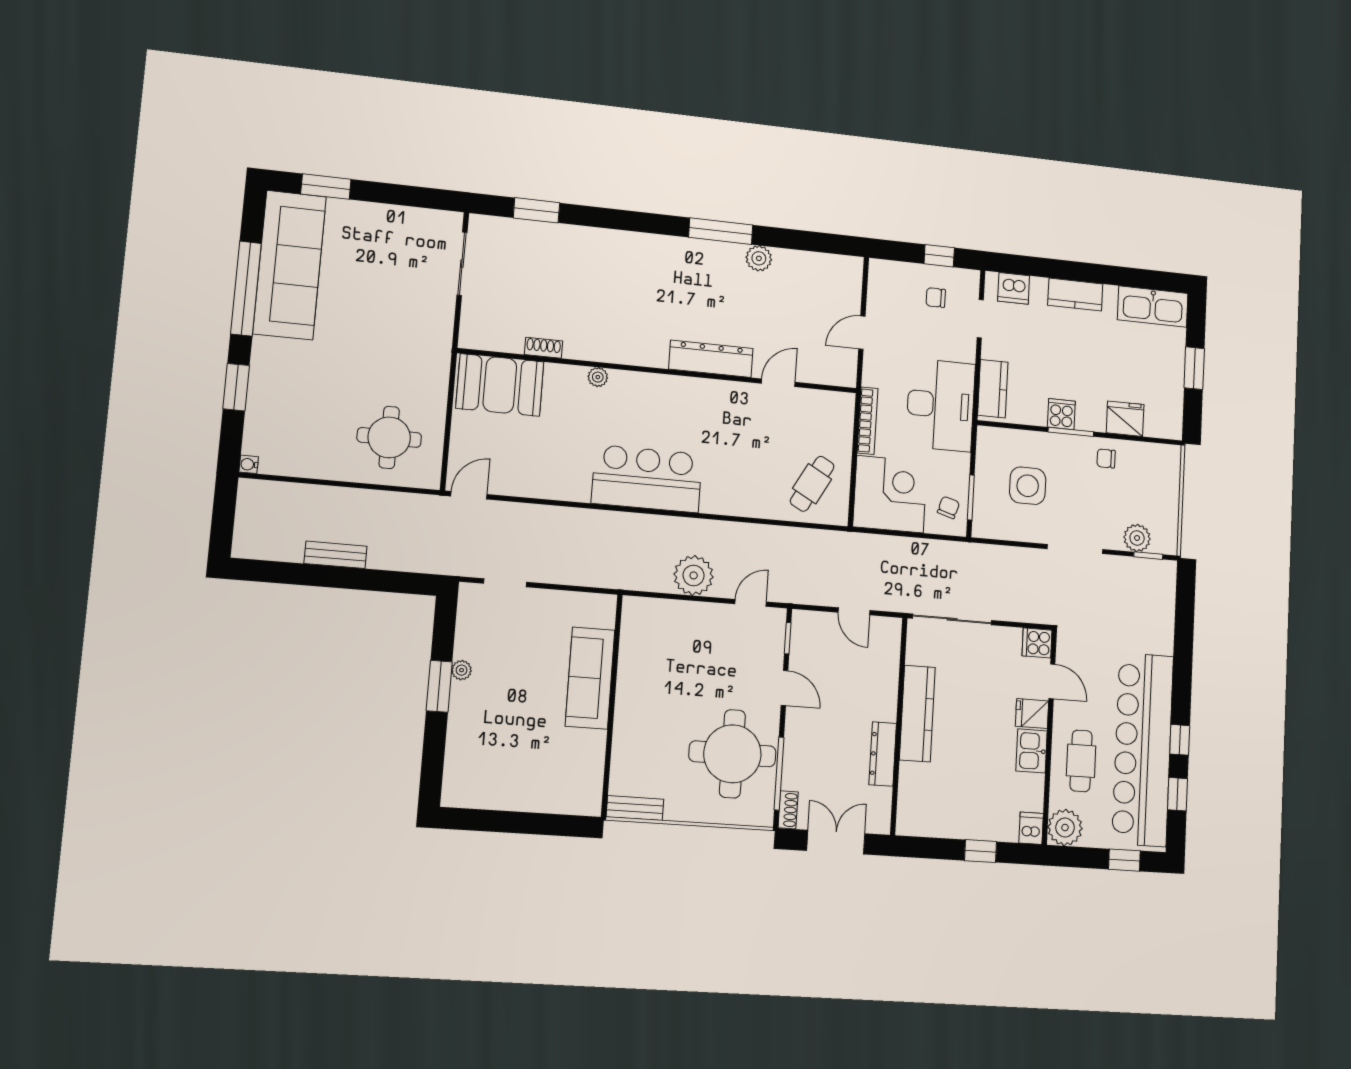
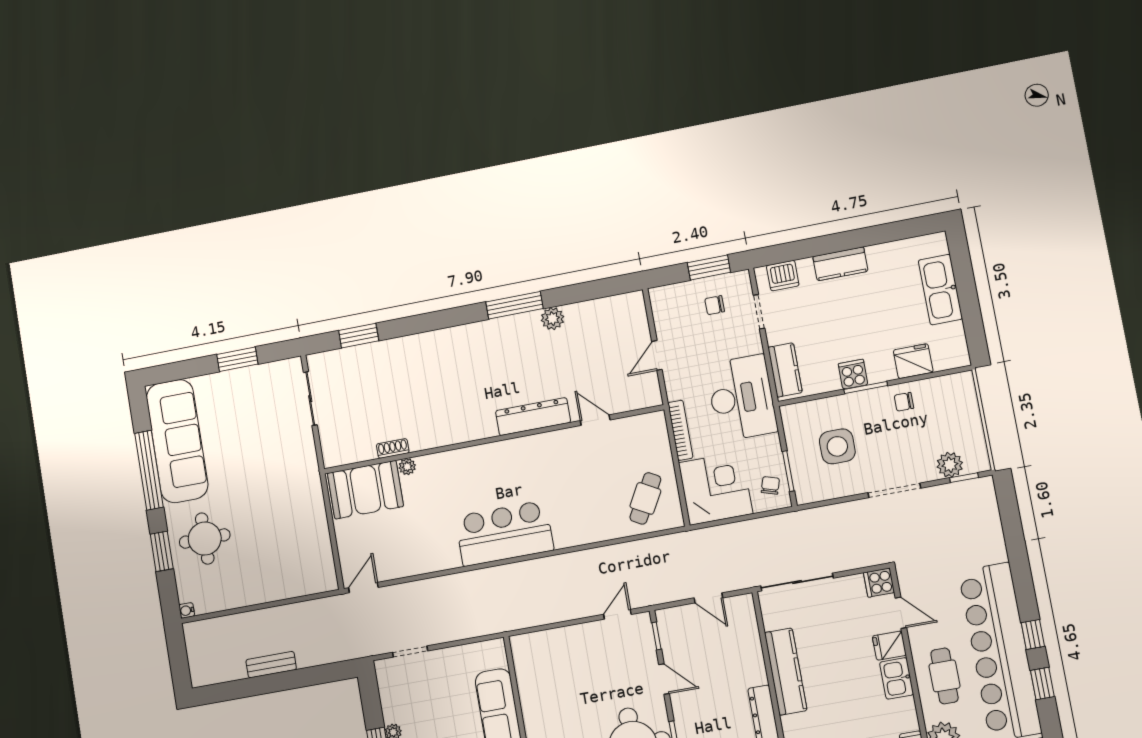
window: (326, 187) -> (237, 359), moved
window: (939, 256) -> (709, 268), width x1.50
kitchen sink: (1153, 307) -> (940, 290), moved, turned 90
window: (1194, 368) -> (968, 296), removed
plant: (598, 377) -> (407, 467), moved
door: (778, 383) -> (595, 420), hinge flipped
round table: (389, 437) -> (205, 539), moved
plant: (694, 575) -> (563, 604), removed

